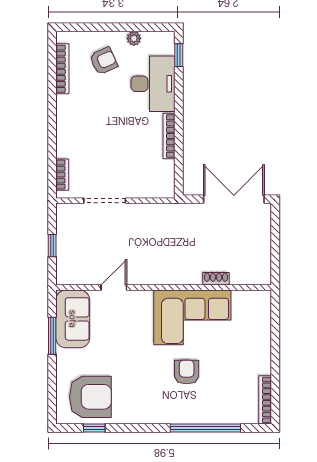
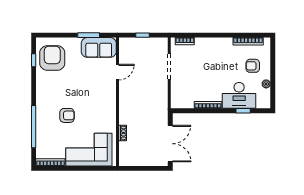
window: (179, 55) -> (243, 111), moved
armchair: (104, 61) -> (253, 66), turned 114
door: (114, 288) -> (117, 72), hinge flipped
corner sofa: (192, 317) -> (89, 150), moved, turned 90
armchair: (90, 397) -> (52, 58), turned 180

